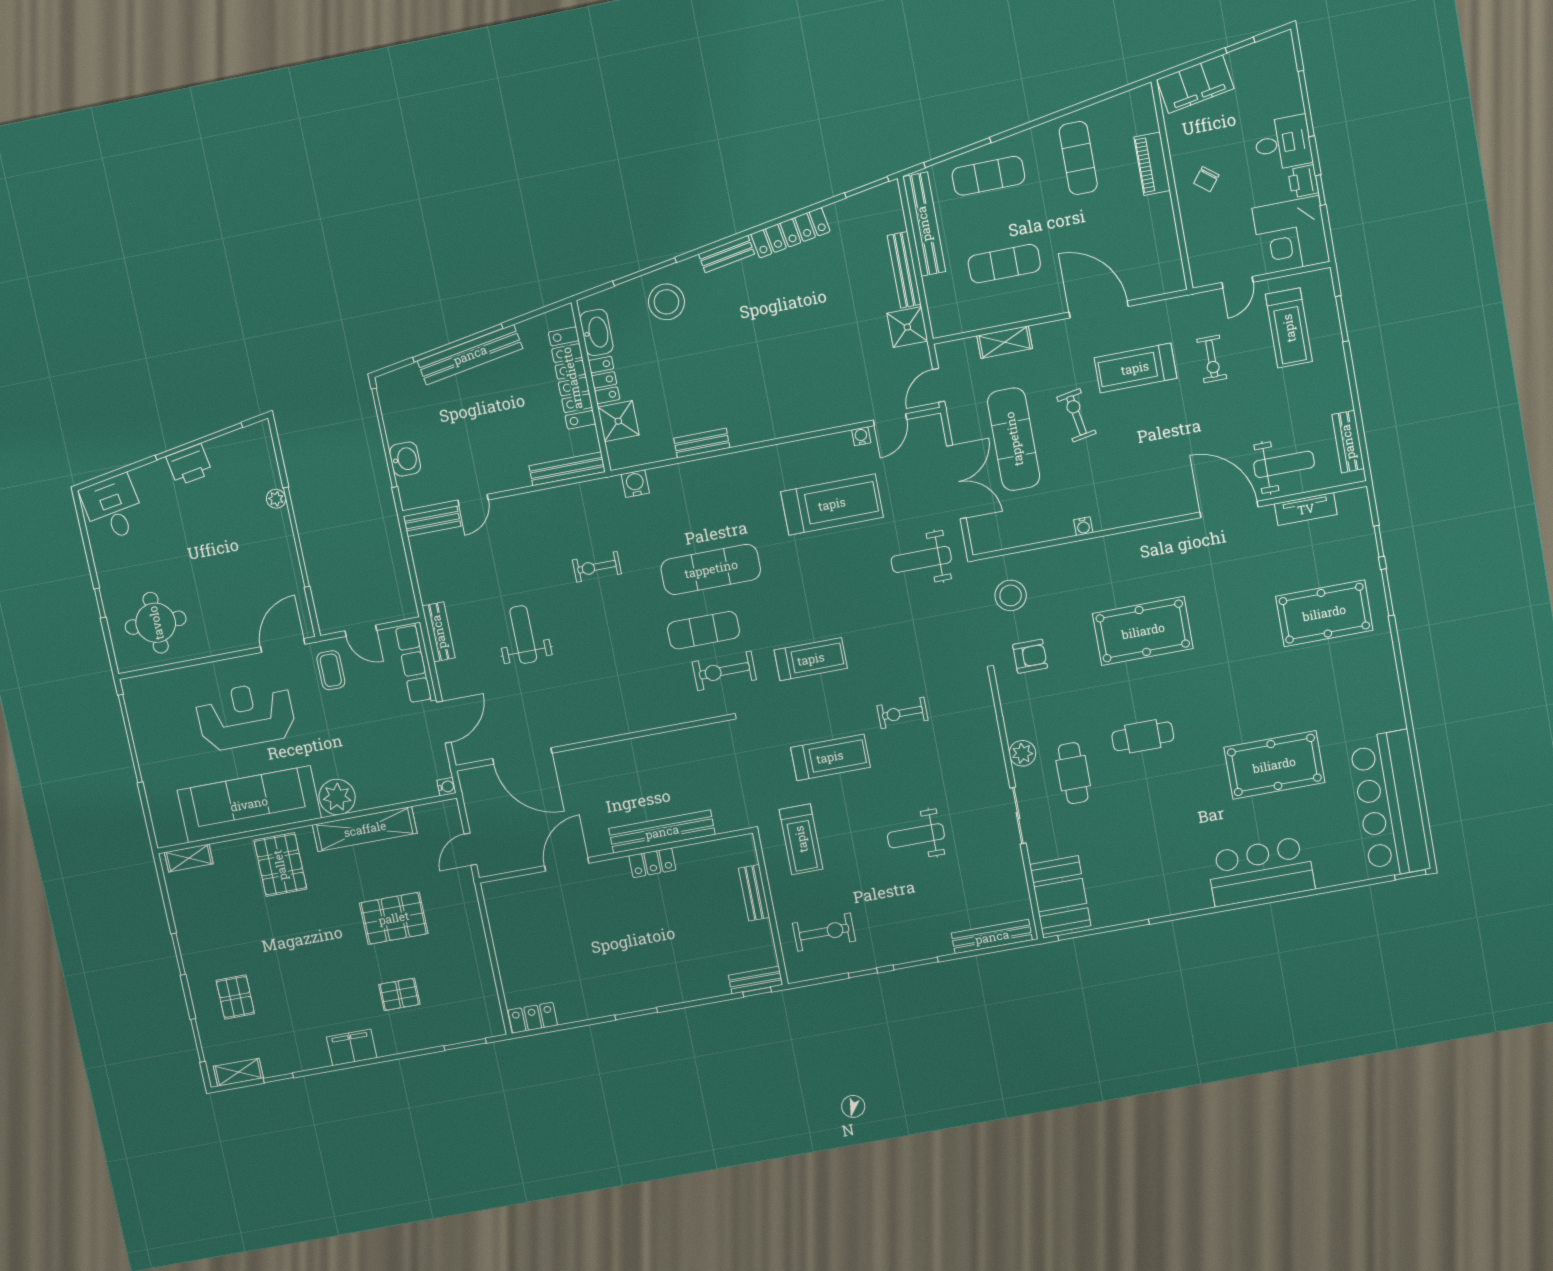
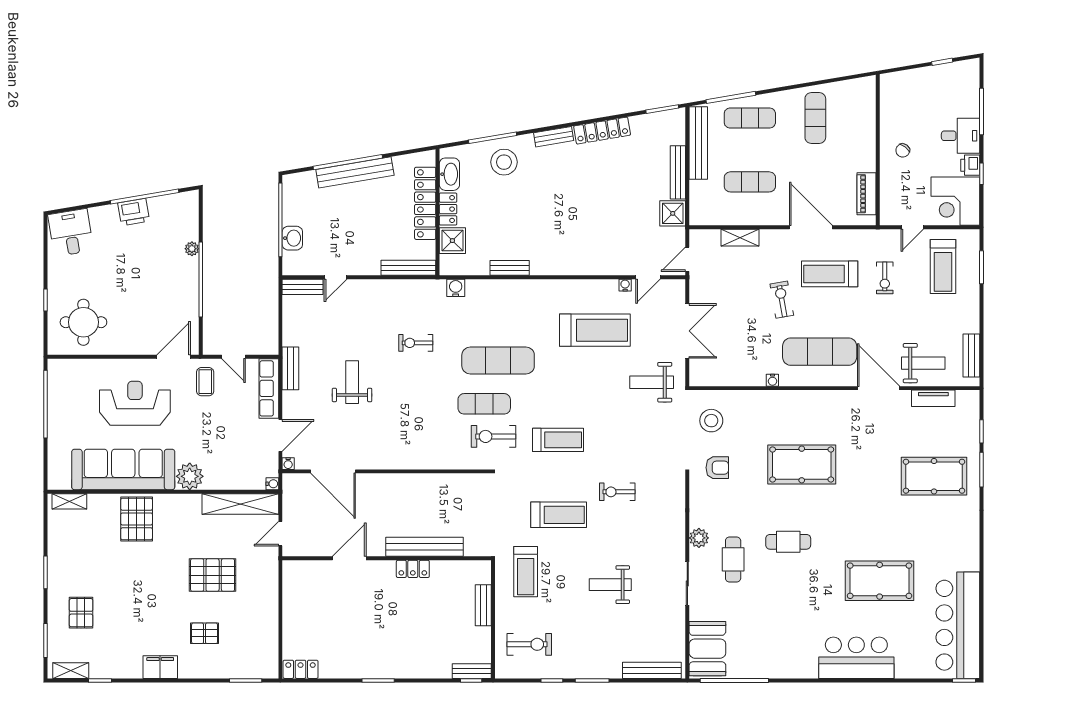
filing cabinet: (1195, 84) -> (906, 83), removed
piano: (1152, 164) -> (867, 194), moved
exercise mat: (1014, 439) -> (820, 352), moved, turned 90
water cooler: (462, 757) -> (288, 464), added
shelving: (365, 829) -> (240, 504), moved

